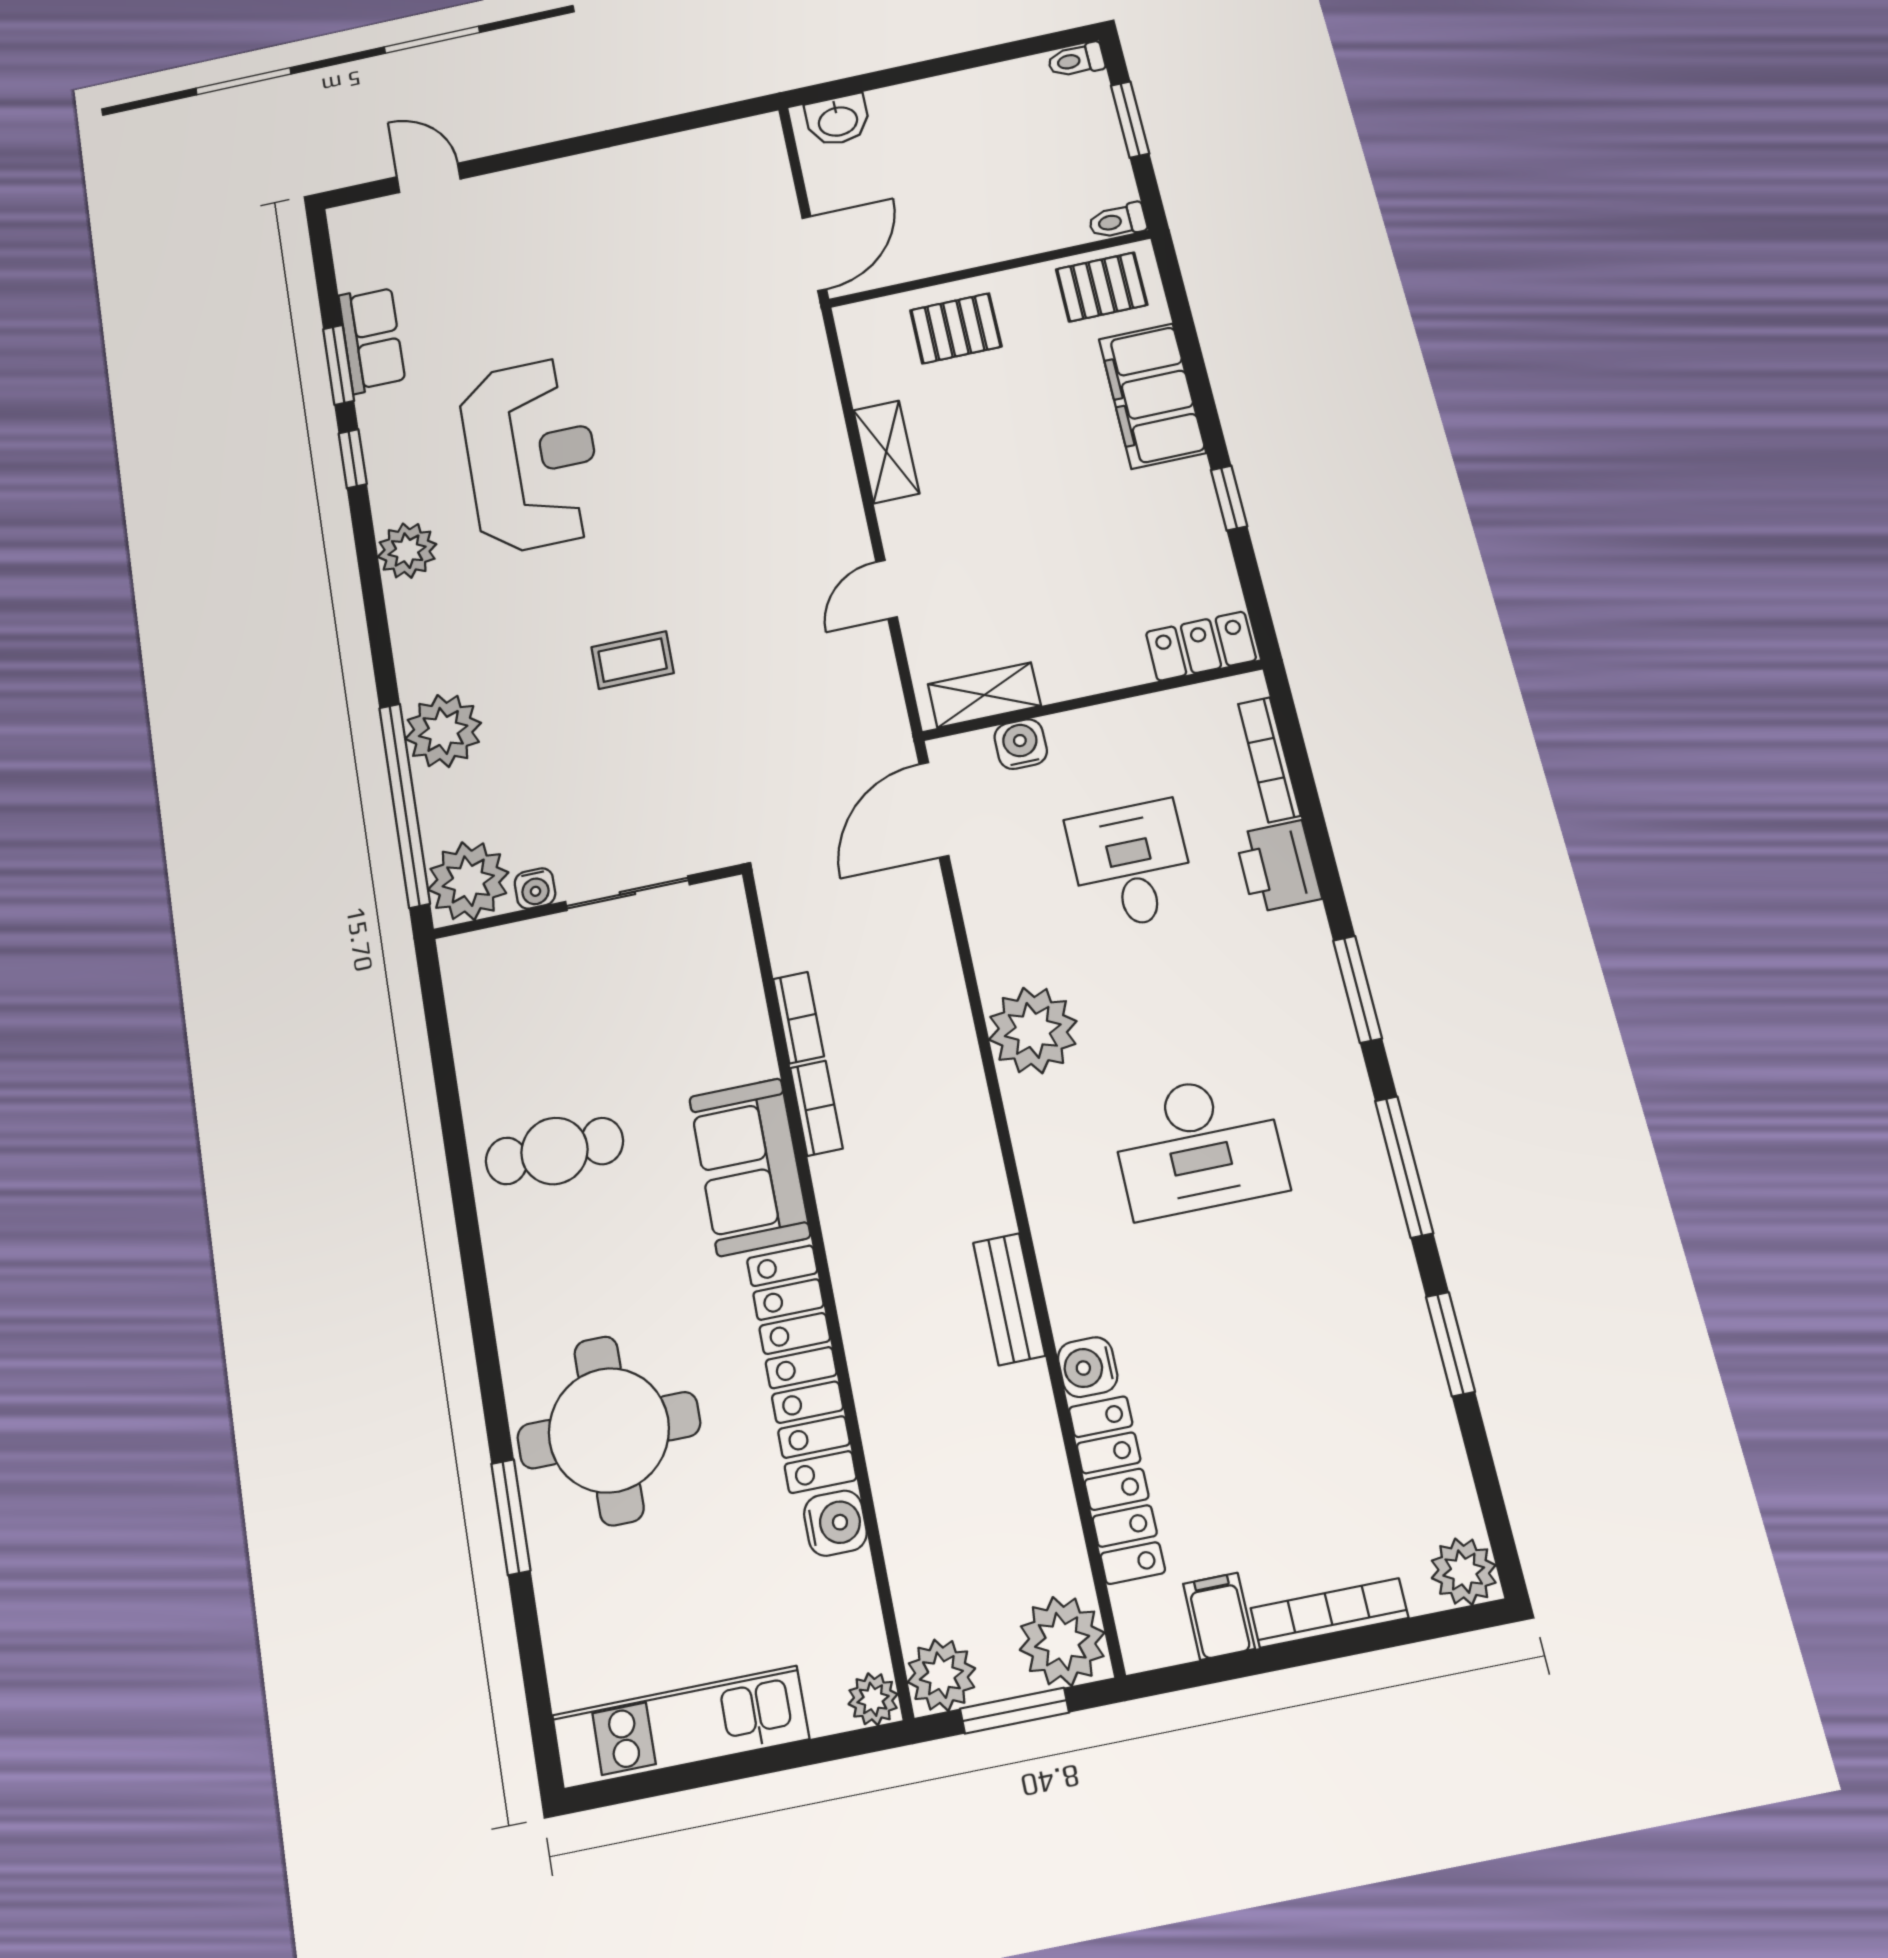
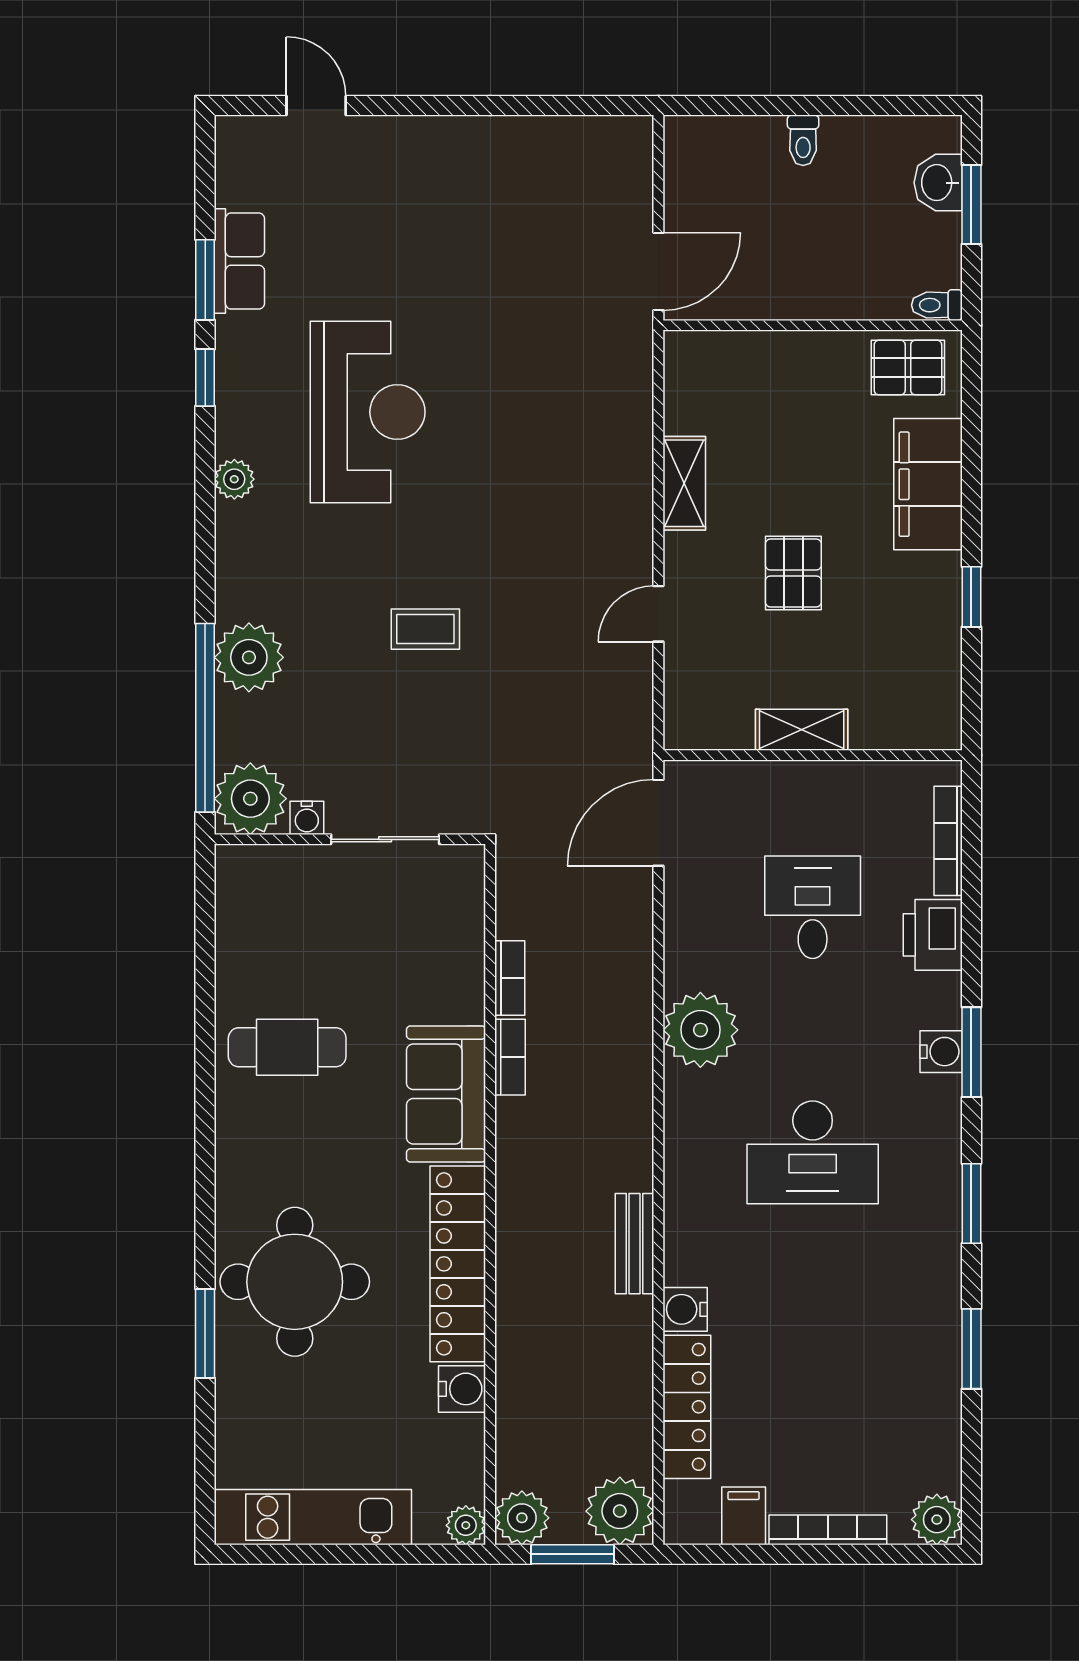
toilet: (1076, 60) -> (803, 140), moved, turned -90
washbasin: (838, 120) -> (938, 183), moved, turned 90
pallet: (956, 328) -> (793, 573), moved, turned 90
plant: (407, 551) -> (234, 479), width x0.73, depth x0.73
locker: (1201, 646) -> (915, 727), removed
shelving: (984, 695) -> (802, 730), moved
water cooler: (1021, 744) -> (941, 1052), moved, turned 90
window: (1404, 1167) -> (971, 1204), width x0.69

